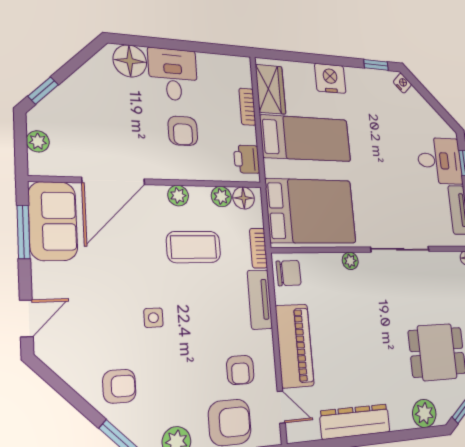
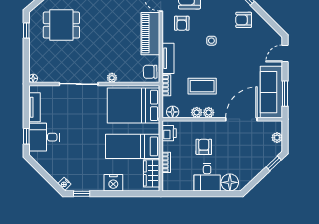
plant: (221, 197) -> (197, 112), moved
sofa: (53, 221) -> (271, 92), width x1.36
side table: (153, 318) -> (211, 41), moved
armchair: (240, 370) -> (182, 23), turned 180

